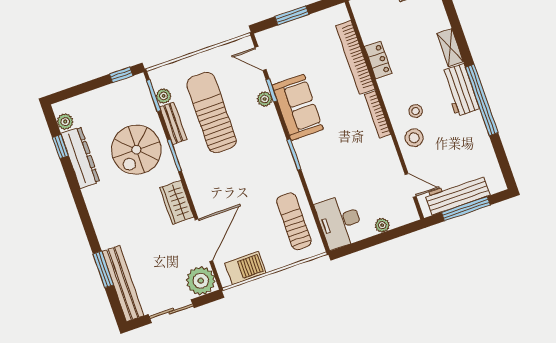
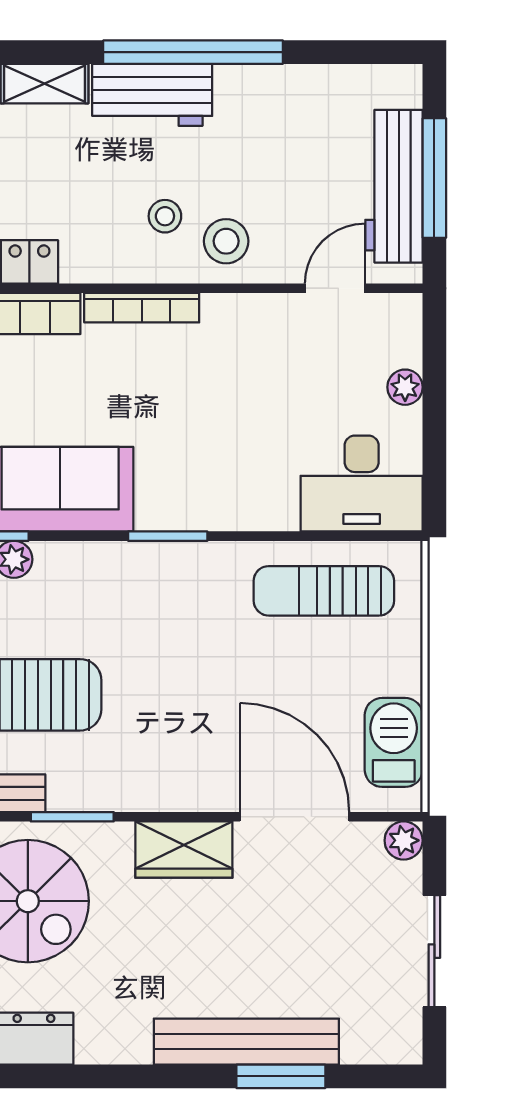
plant: (201, 281) -> (404, 840), width x0.53, depth x0.53
bench: (123, 284) -> (246, 1042), moved

